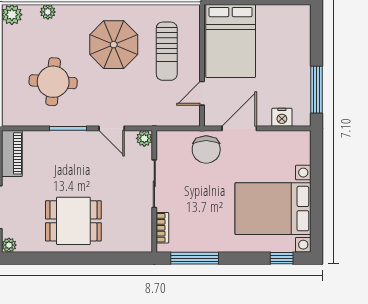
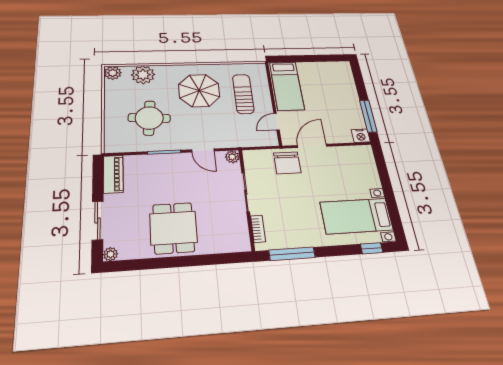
plant: (48, 12) -> (143, 75), width x1.88, depth x1.88
bed: (231, 41) -> (287, 86), width x0.67
sun lounger: (167, 51) -> (243, 94), turned 180
nightstand: (282, 117) -> (361, 136), moved
bed with nightstands: (273, 209) -> (356, 216), width x0.73
dining table: (73, 221) -> (173, 228), turned 90

